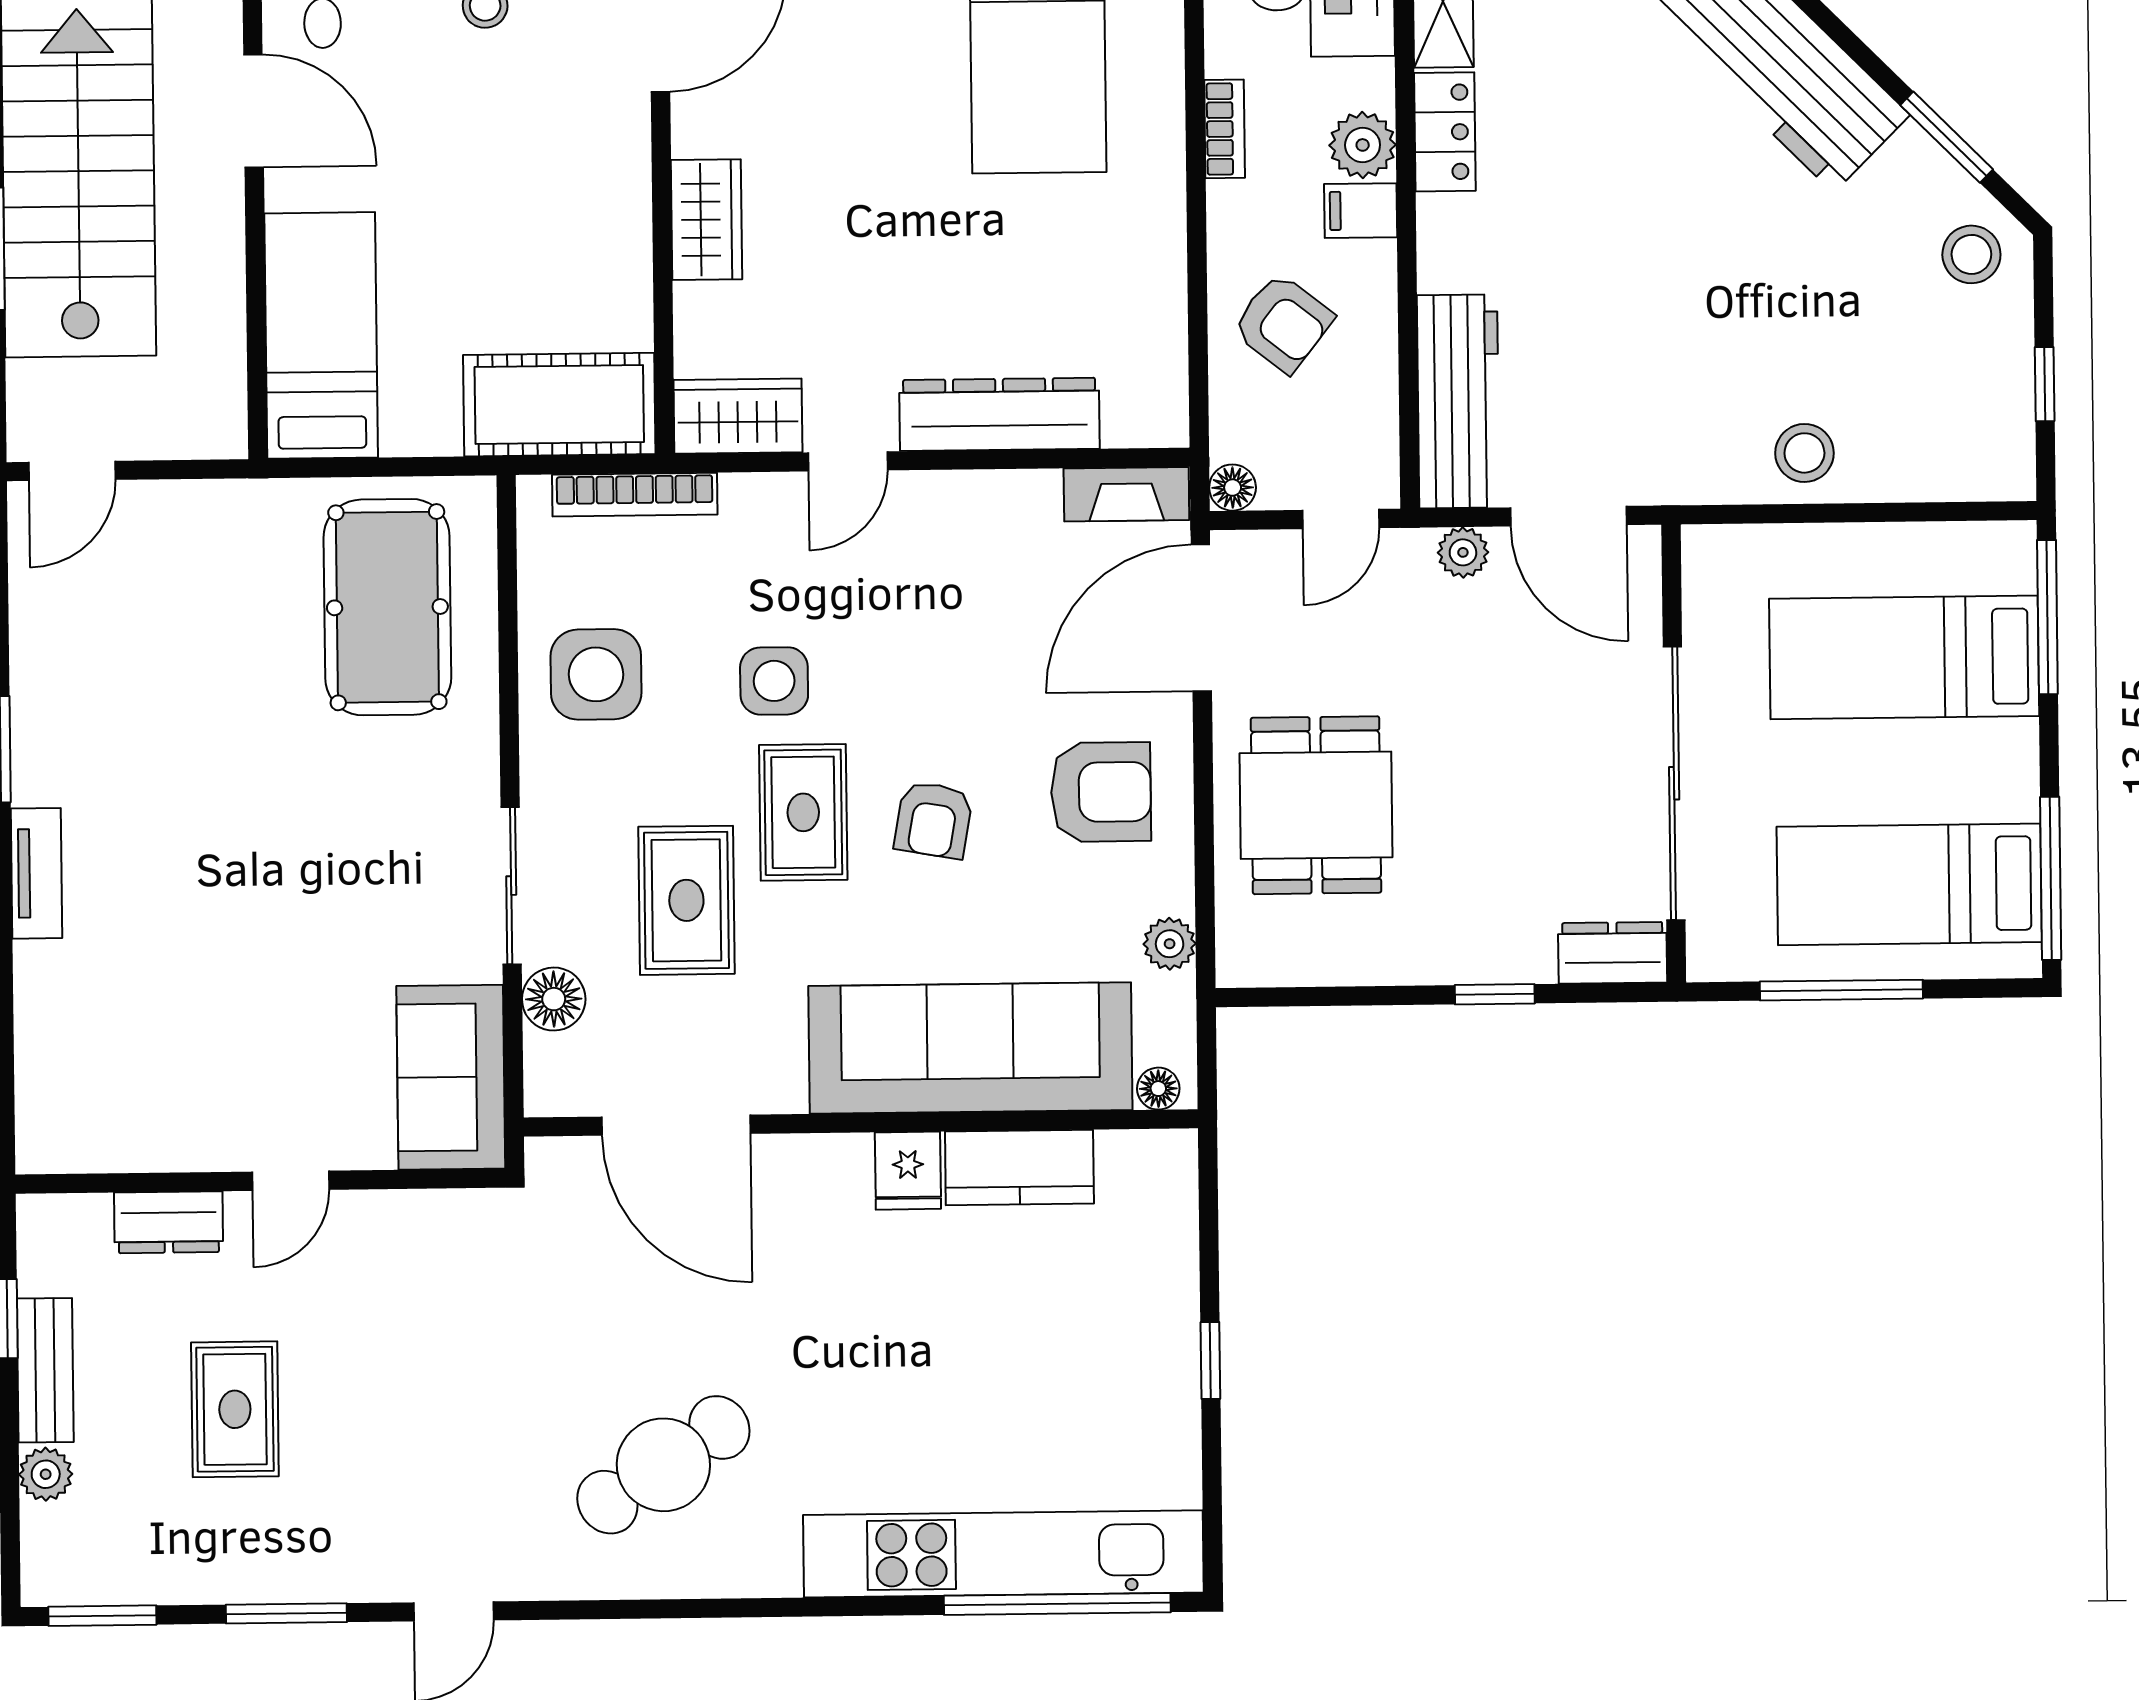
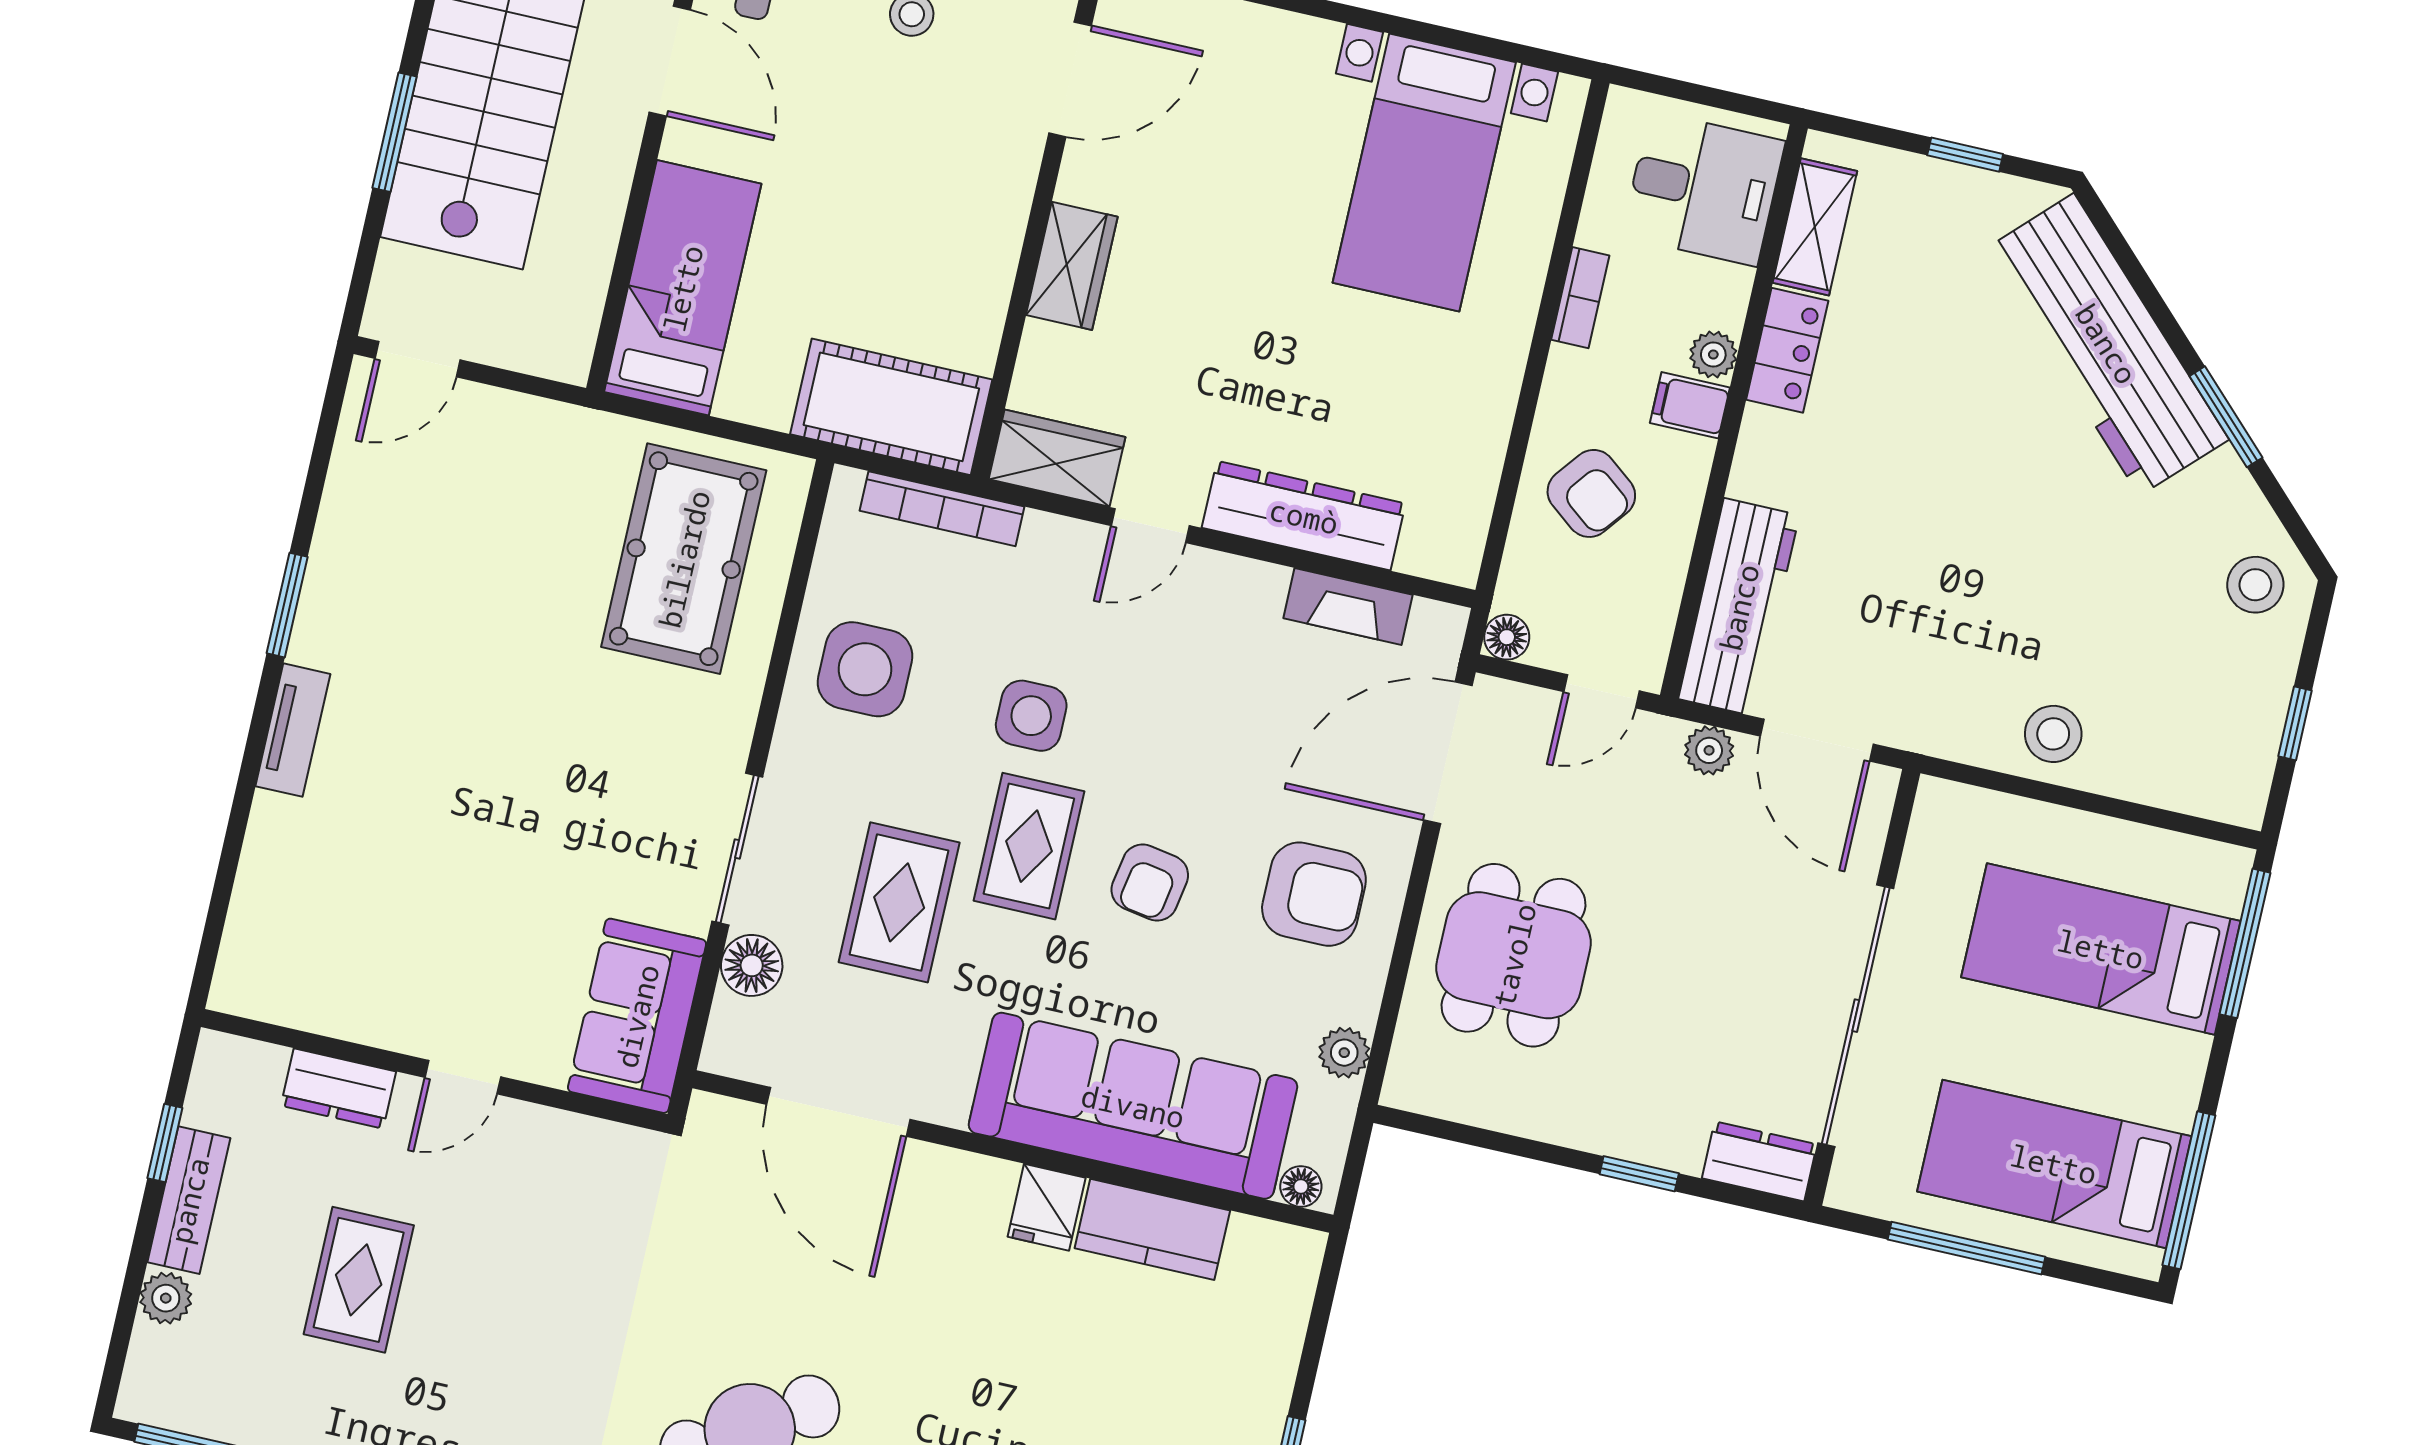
window: (1947, 137) -> (2226, 417), moved
plant: (1363, 145) -> (1713, 354), width x0.73, depth x0.73
fireplace: (1126, 494) -> (1348, 606), moved

